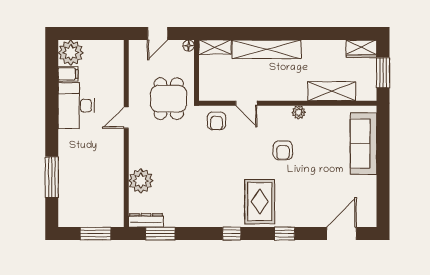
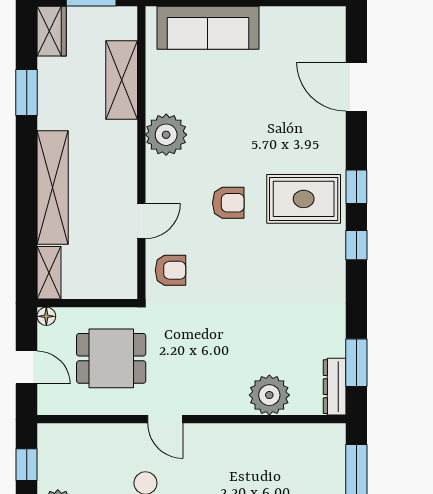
window: (99, 34) -> (27, 465), added
window: (324, 34) -> (27, 93), added
dining table: (169, 99) -> (111, 358), moved
plant: (299, 112) -> (166, 135), width x1.87, depth x1.87
armchair: (283, 150) -> (228, 203), moved
window: (285, 234) -> (356, 187), moved
door: (341, 234) -> (356, 87), moved

